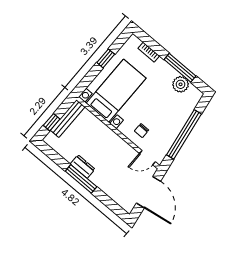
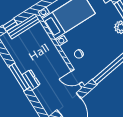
dresser: (83, 167) -> (31, 80), moved

